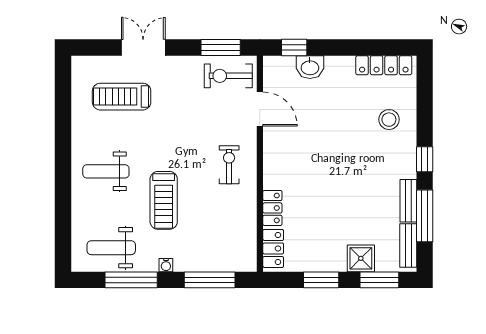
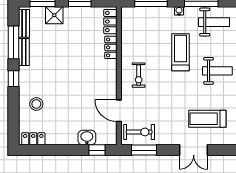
locker: (384, 65) -> (33, 139), width x0.66
treadmill: (122, 97) -> (207, 119), turned 180

